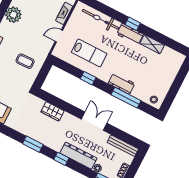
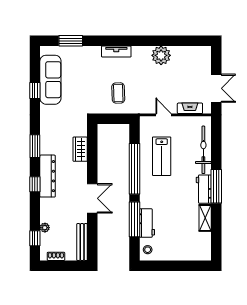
window: (133, 24) -> (216, 186), width x2.17
window: (88, 78) -> (135, 169), width x3.17
workbench: (121, 83) -> (147, 223), moved
dresser: (78, 156) -> (48, 176), moved

